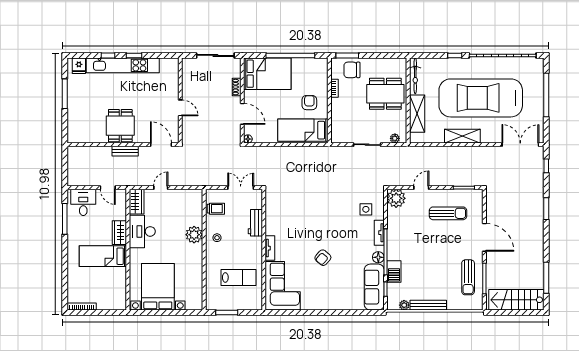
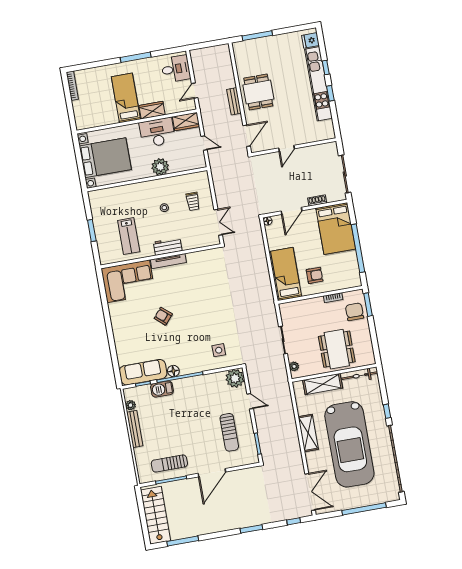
window: (65, 94) -> (257, 36), moved
car: (481, 98) -> (349, 444), turned 180
dining table: (120, 126) -> (258, 92), turned 90
window: (65, 219) -> (136, 57), moved
workbench: (255, 223) -> (168, 246), moved
tv unit: (379, 233) -> (198, 368), removed
plant: (194, 235) -> (160, 167), moved
tv unit: (270, 248) -> (168, 261), width x1.41
wall: (204, 250) -> (147, 179), moved

